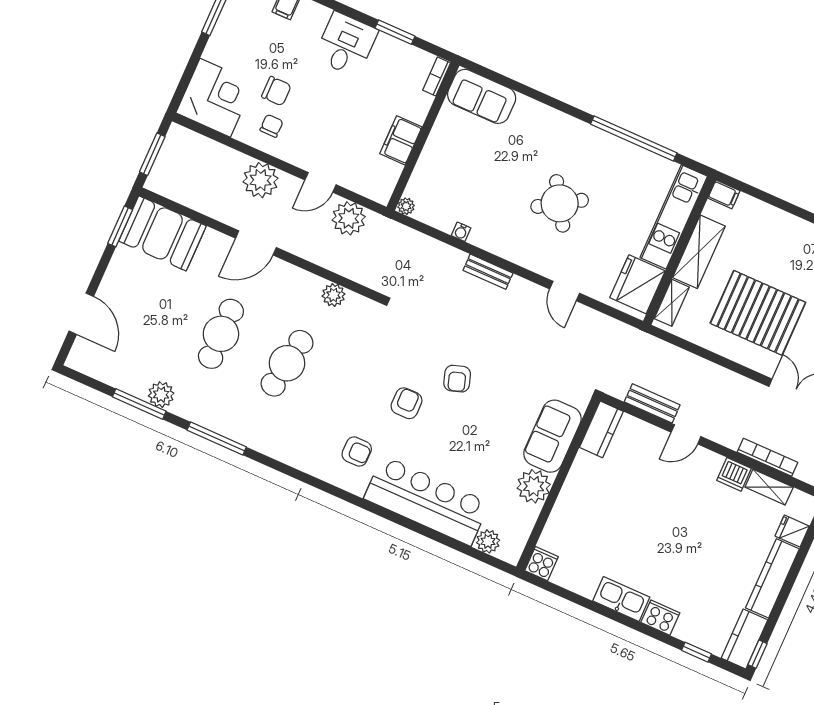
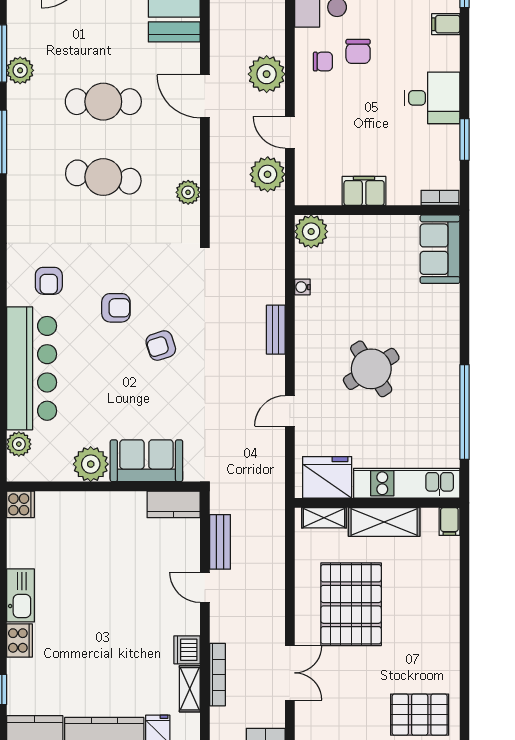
plant: (406, 206) -> (311, 232), width x1.88, depth x1.88

